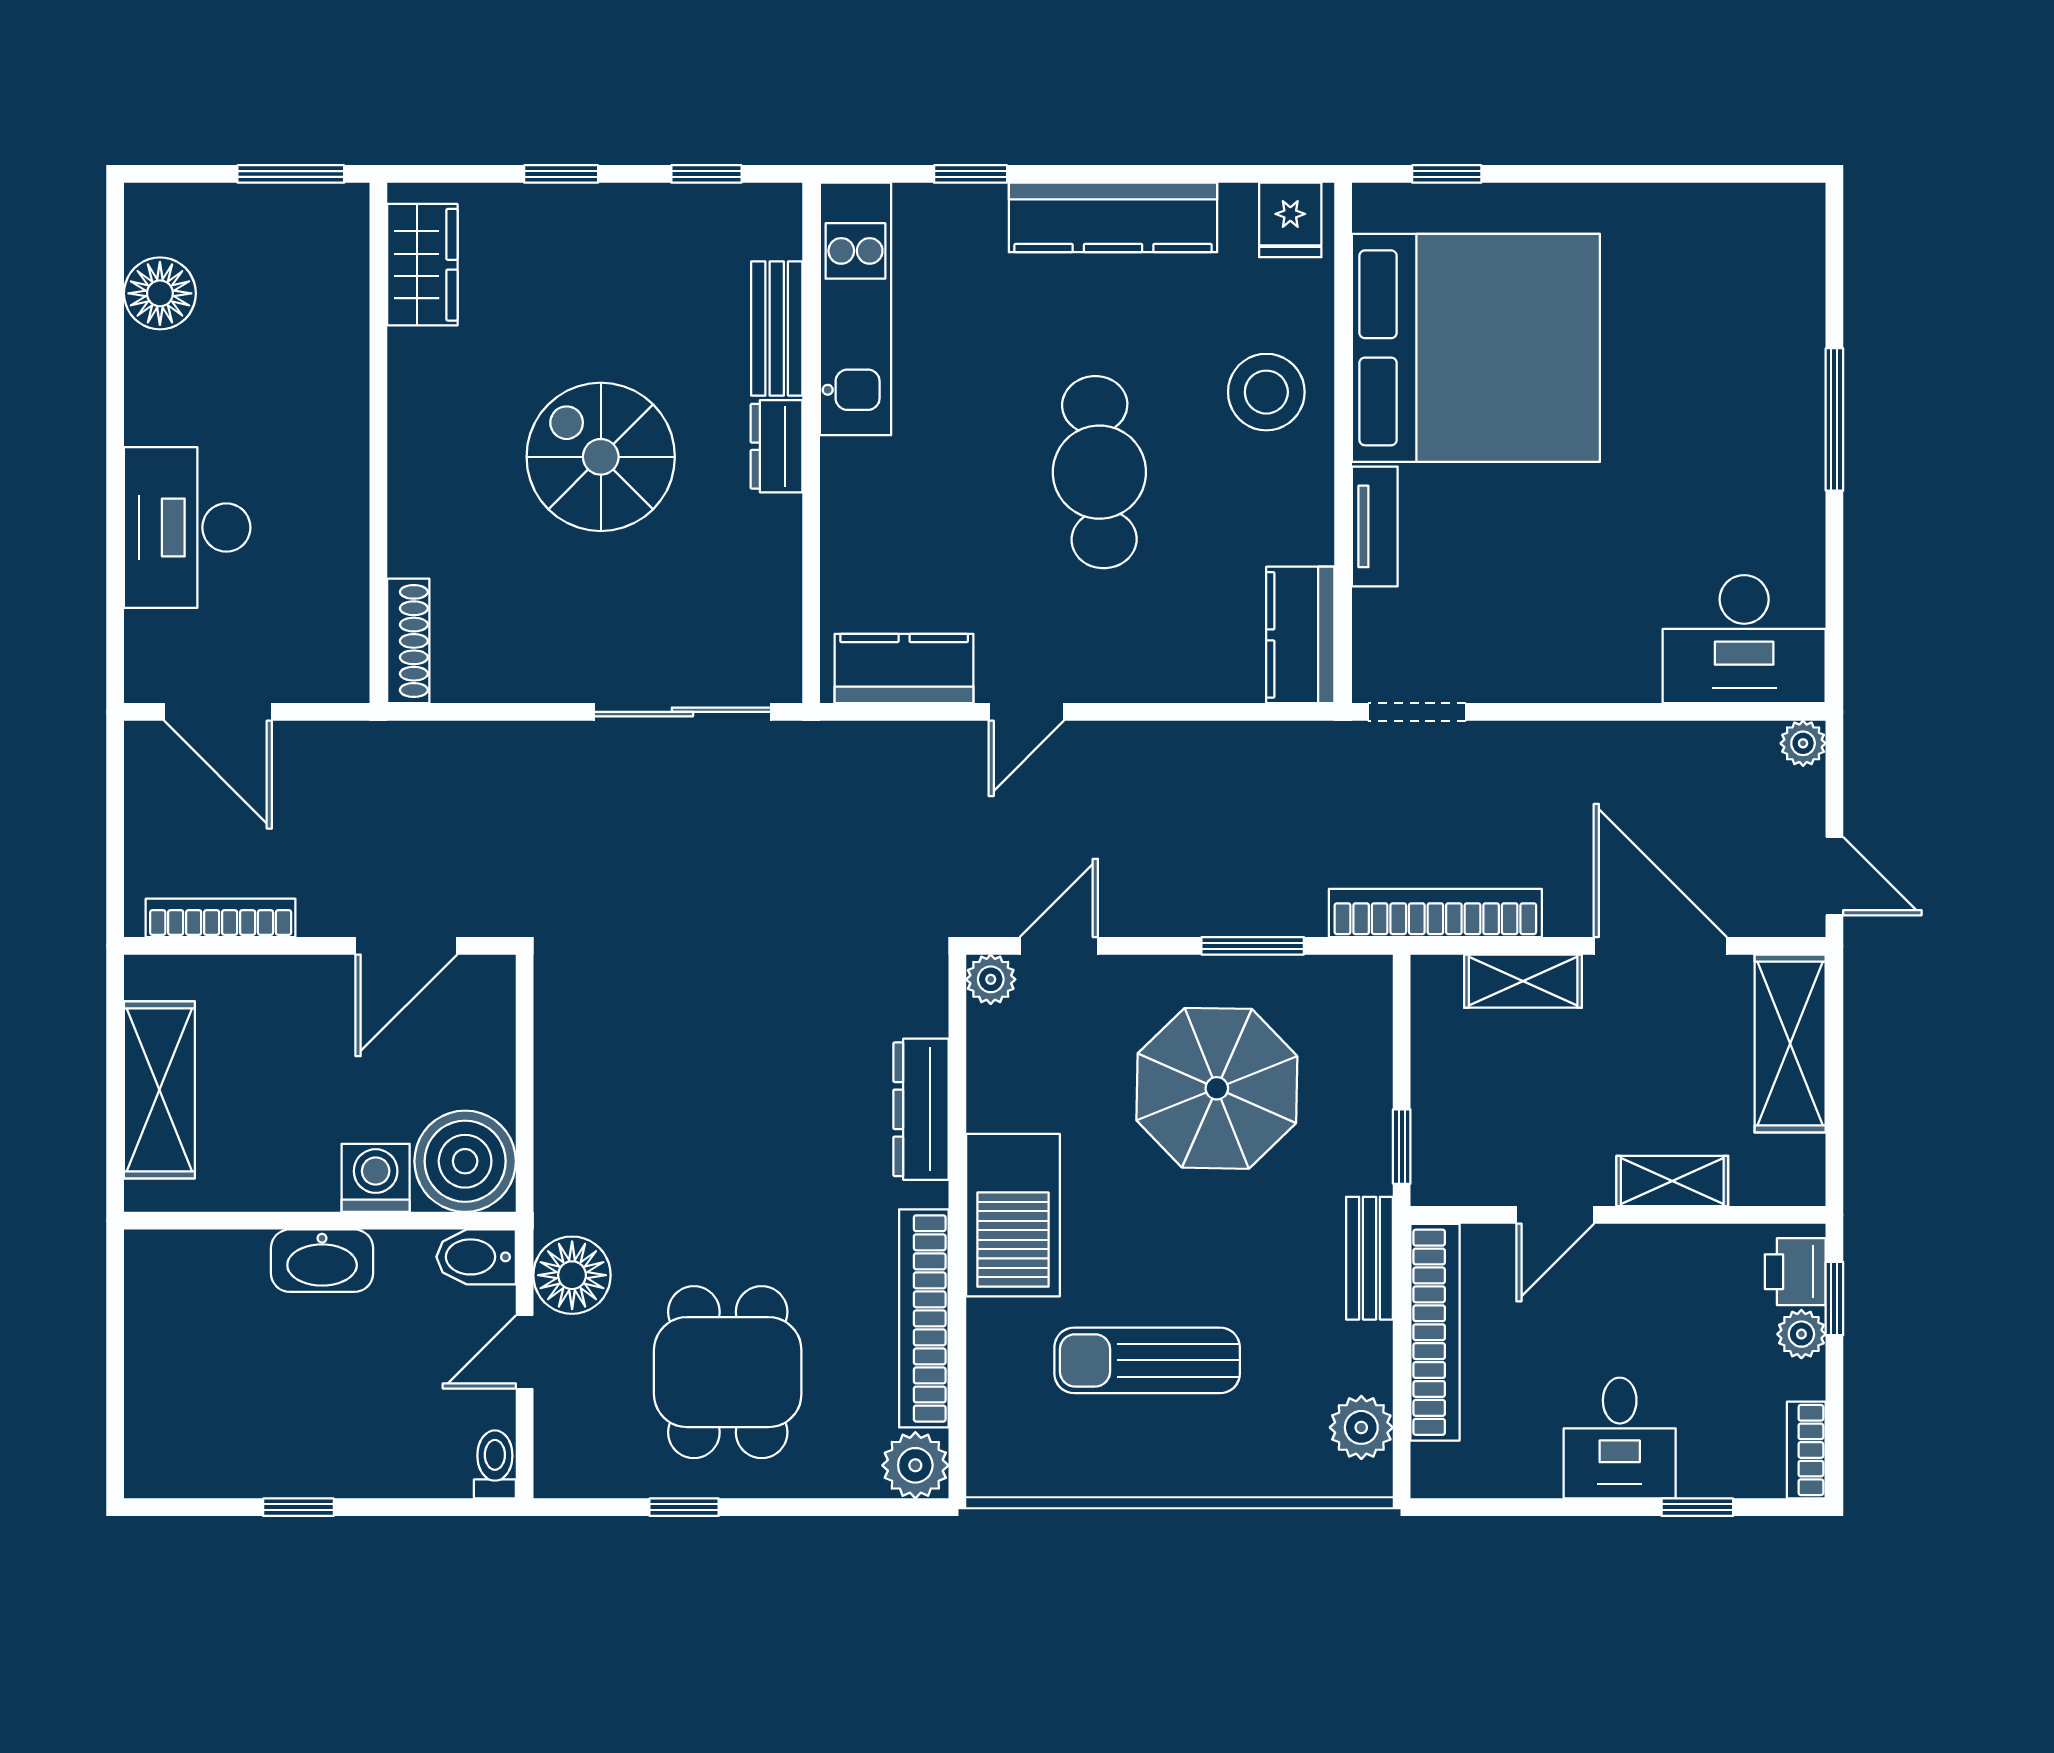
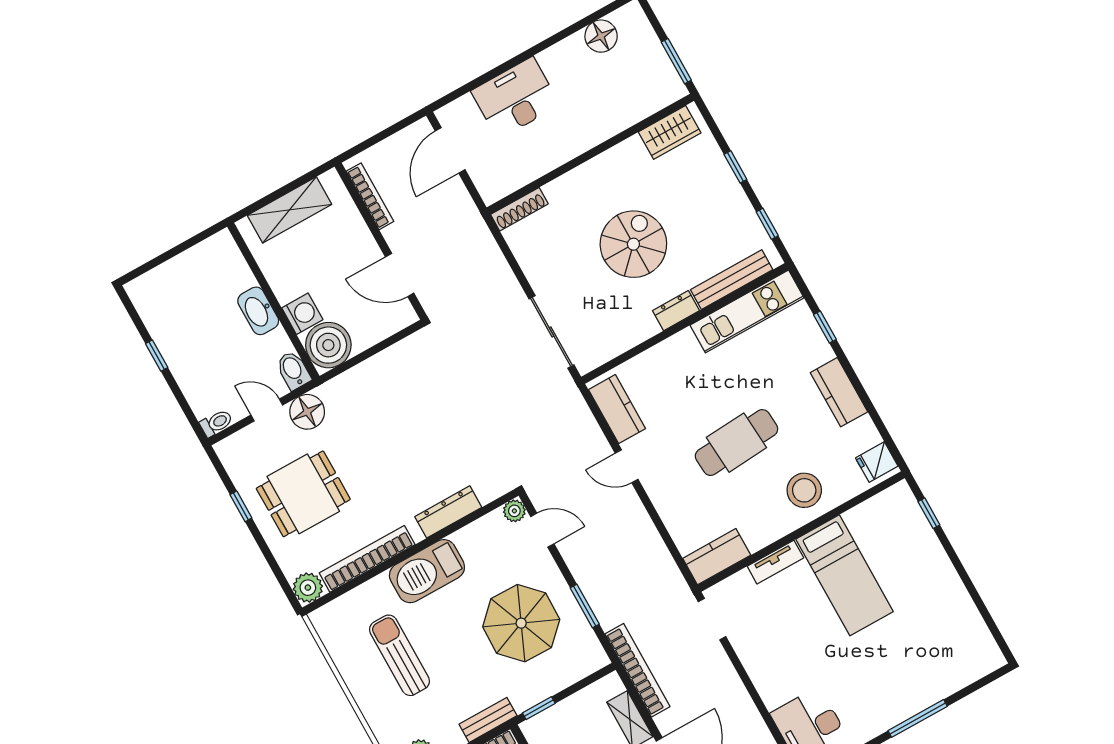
kitchen counter: (1113, 217) -> (839, 392), width x0.67
bench: (777, 328) -> (732, 280), width x1.36
bed: (1476, 348) -> (845, 575), width x0.49

